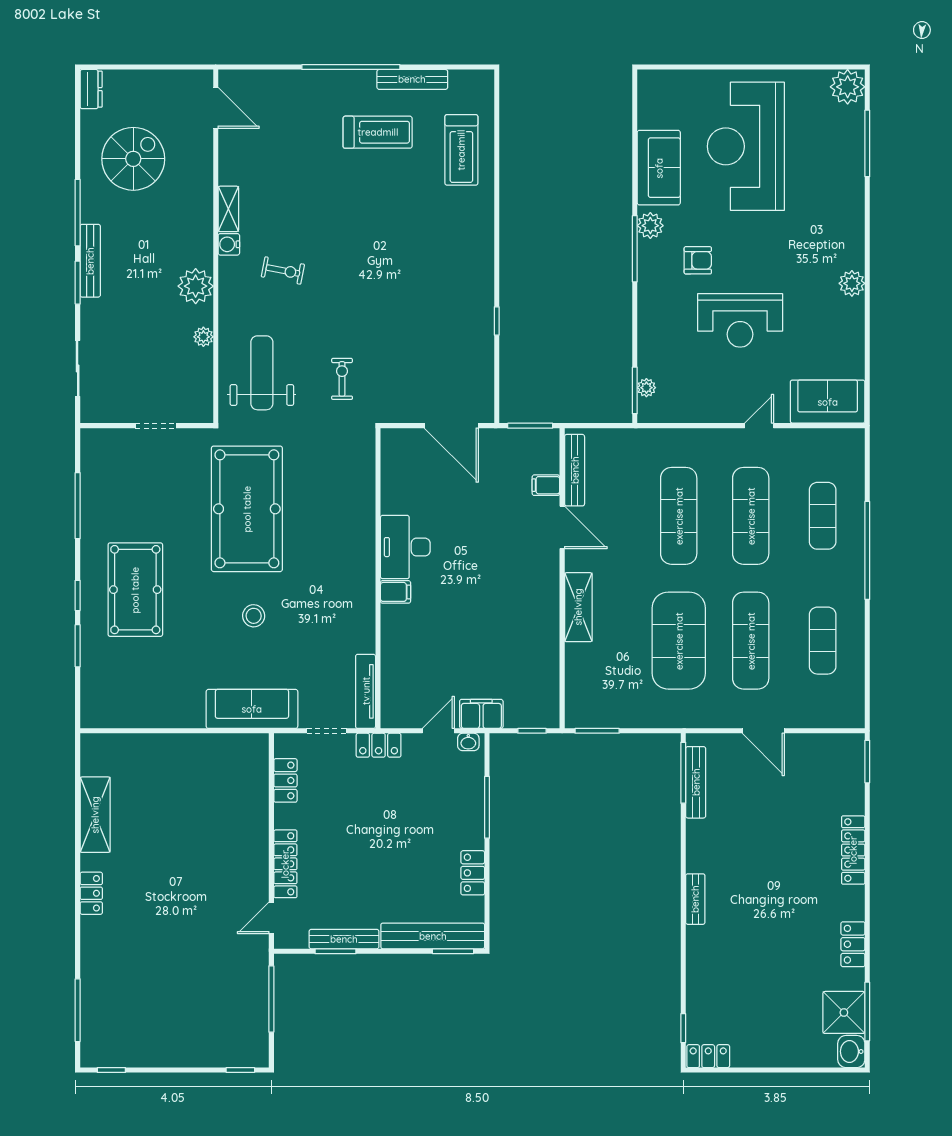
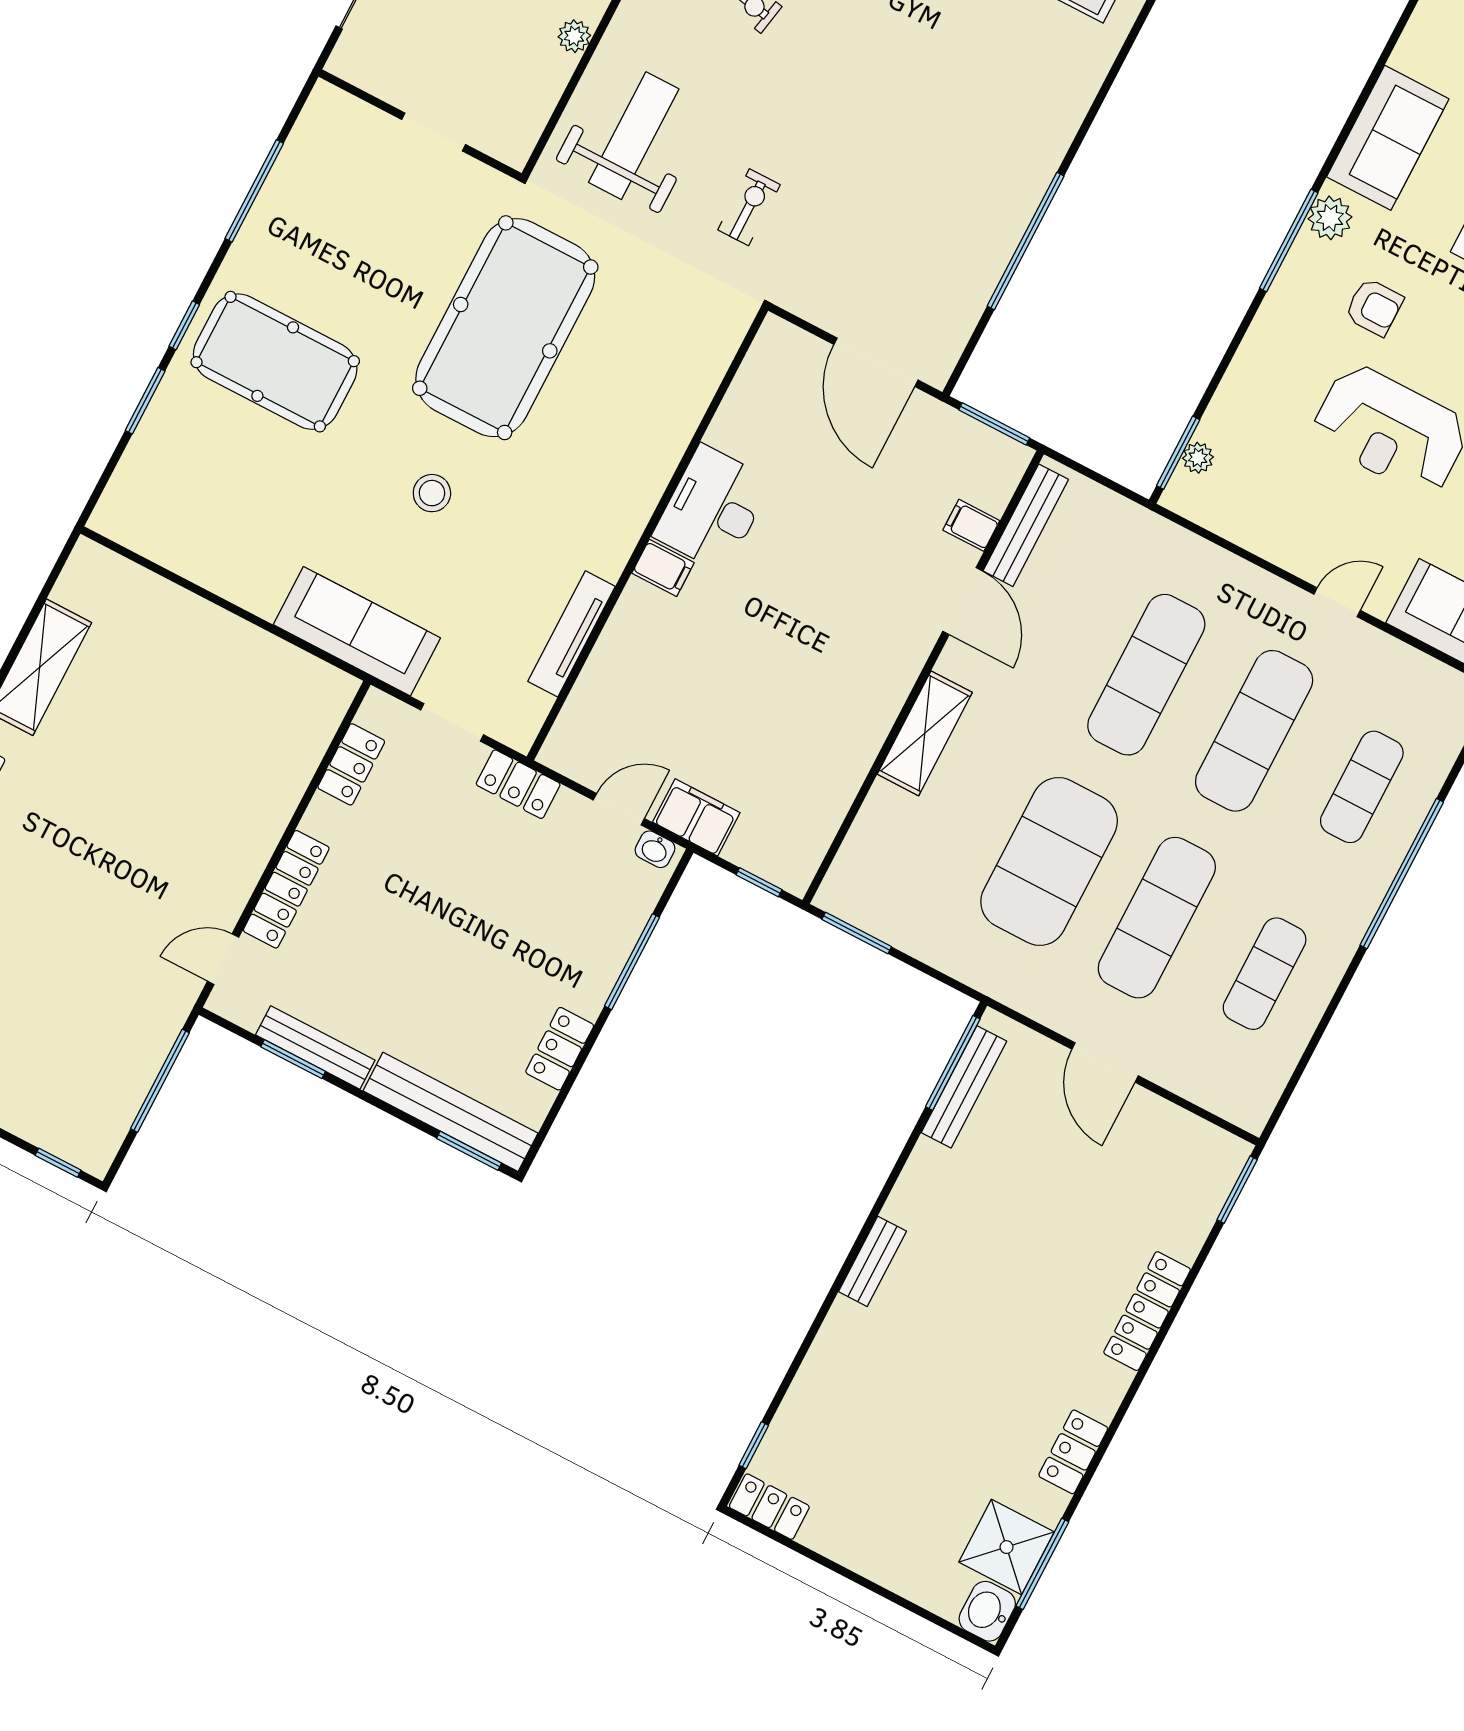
window: (497, 321) -> (1026, 241), width x3.17
pool table: (135, 590) -> (275, 362), turned 90
tv unit: (366, 691) -> (572, 634), moved

